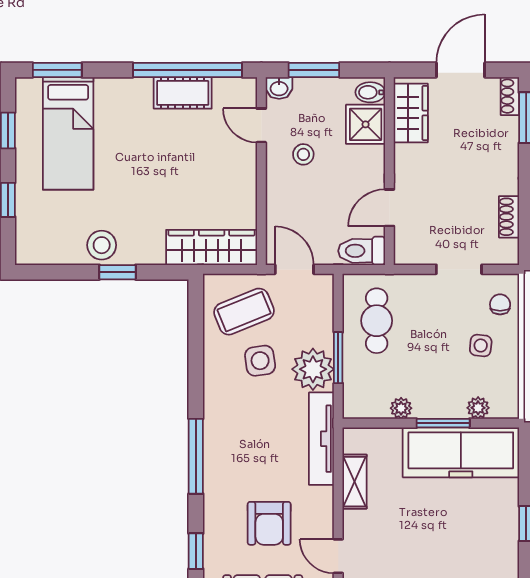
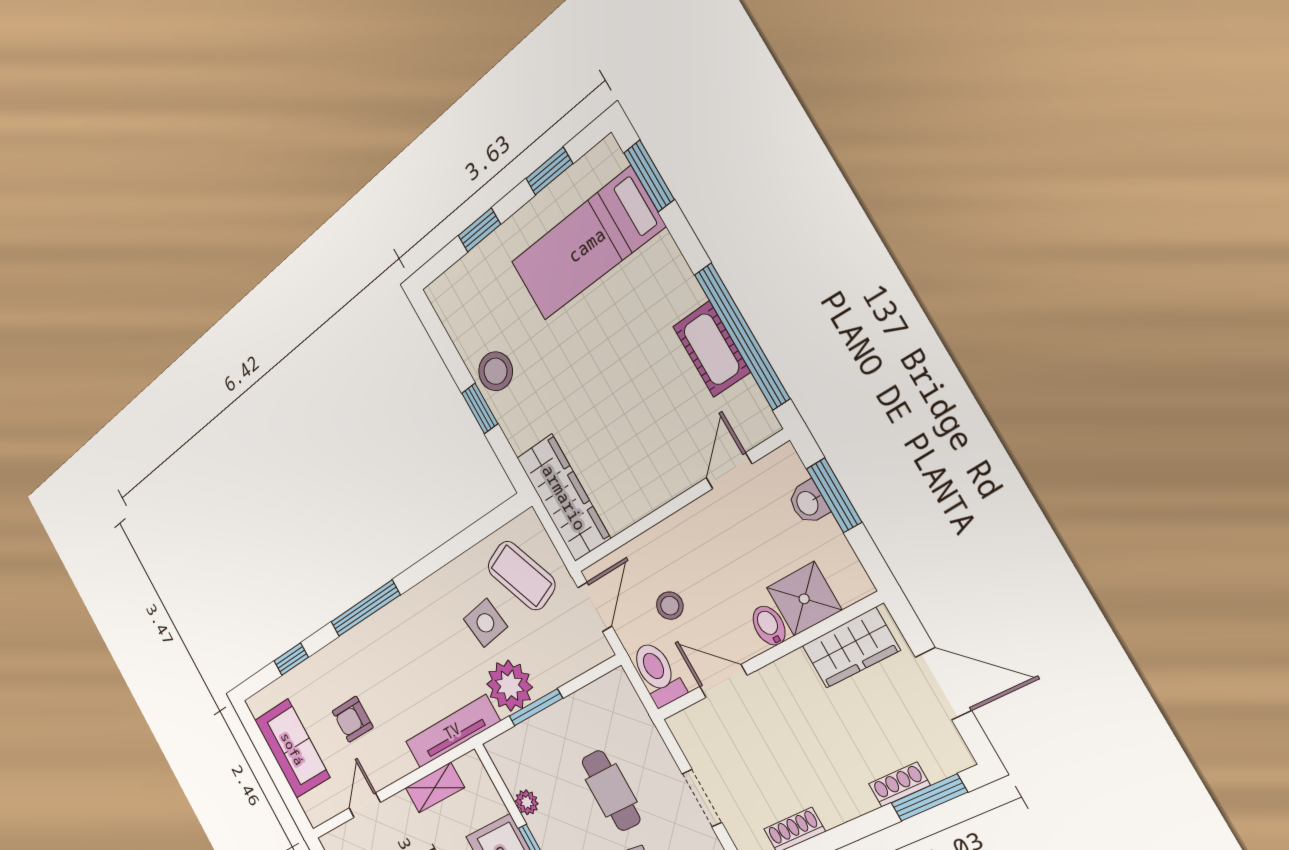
washbasin: (279, 88) -> (808, 503), moved
bidet: (370, 92) -> (769, 626), moved
shoe rack: (510, 96) -> (899, 785), moved
stool: (303, 154) -> (670, 606), moved
cafe table: (377, 321) -> (611, 791), moved, turned 90
armchair: (269, 523) -> (353, 719), width x0.72, depth x0.72

